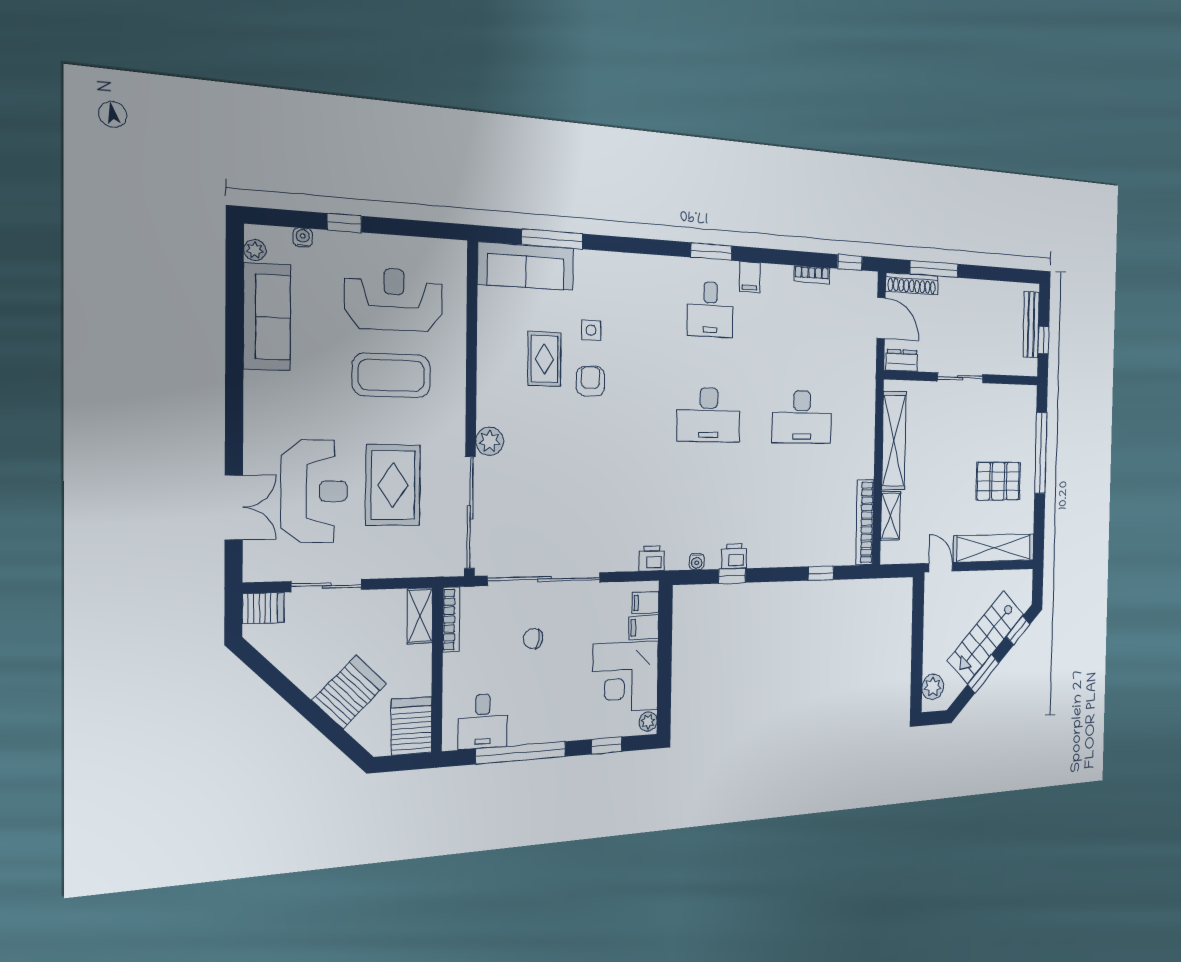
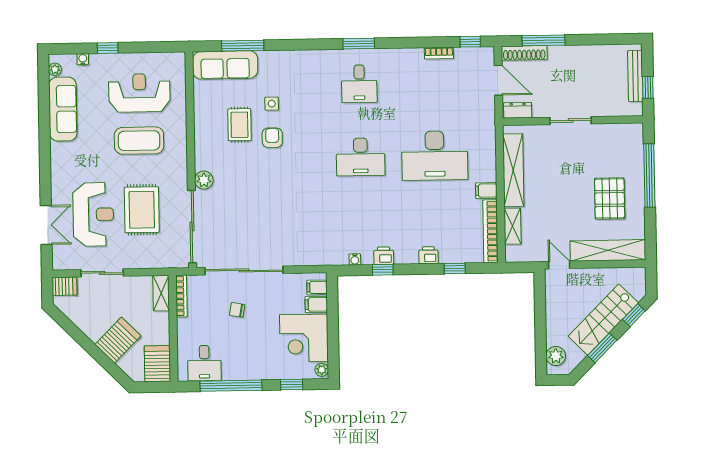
filing cabinet: (750, 277) -> (486, 191), moved, turned 90
desk: (802, 417) -> (435, 156), width x1.36, depth x1.30
pallet: (998, 481) -> (610, 198), turned 90
printer: (652, 558) -> (428, 255), moved

